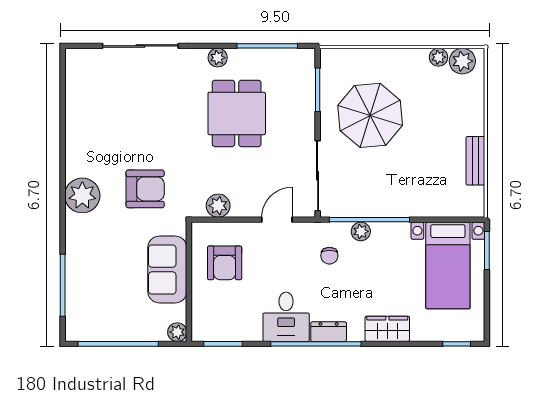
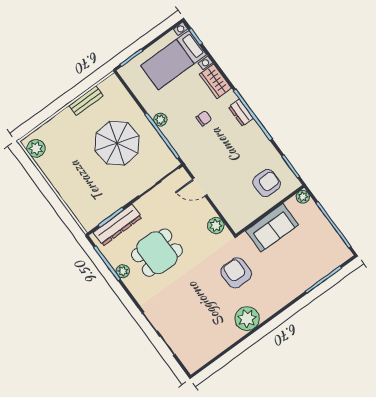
plant: (439, 57) -> (44, 163), removed
plant: (218, 58) -> (123, 271), moved
dresser: (303, 91) -> (117, 225), added
parasol: (370, 115) -> (117, 143), moved
plant: (82, 195) -> (247, 319), moved
plant: (361, 231) -> (160, 120), moved
chair: (329, 256) -> (204, 118), moved
armchair: (225, 263) -> (267, 183), moved
bed with nightstands: (448, 265) -> (174, 60), moved, turned 180
desk: (286, 317) -> (250, 142), removed

